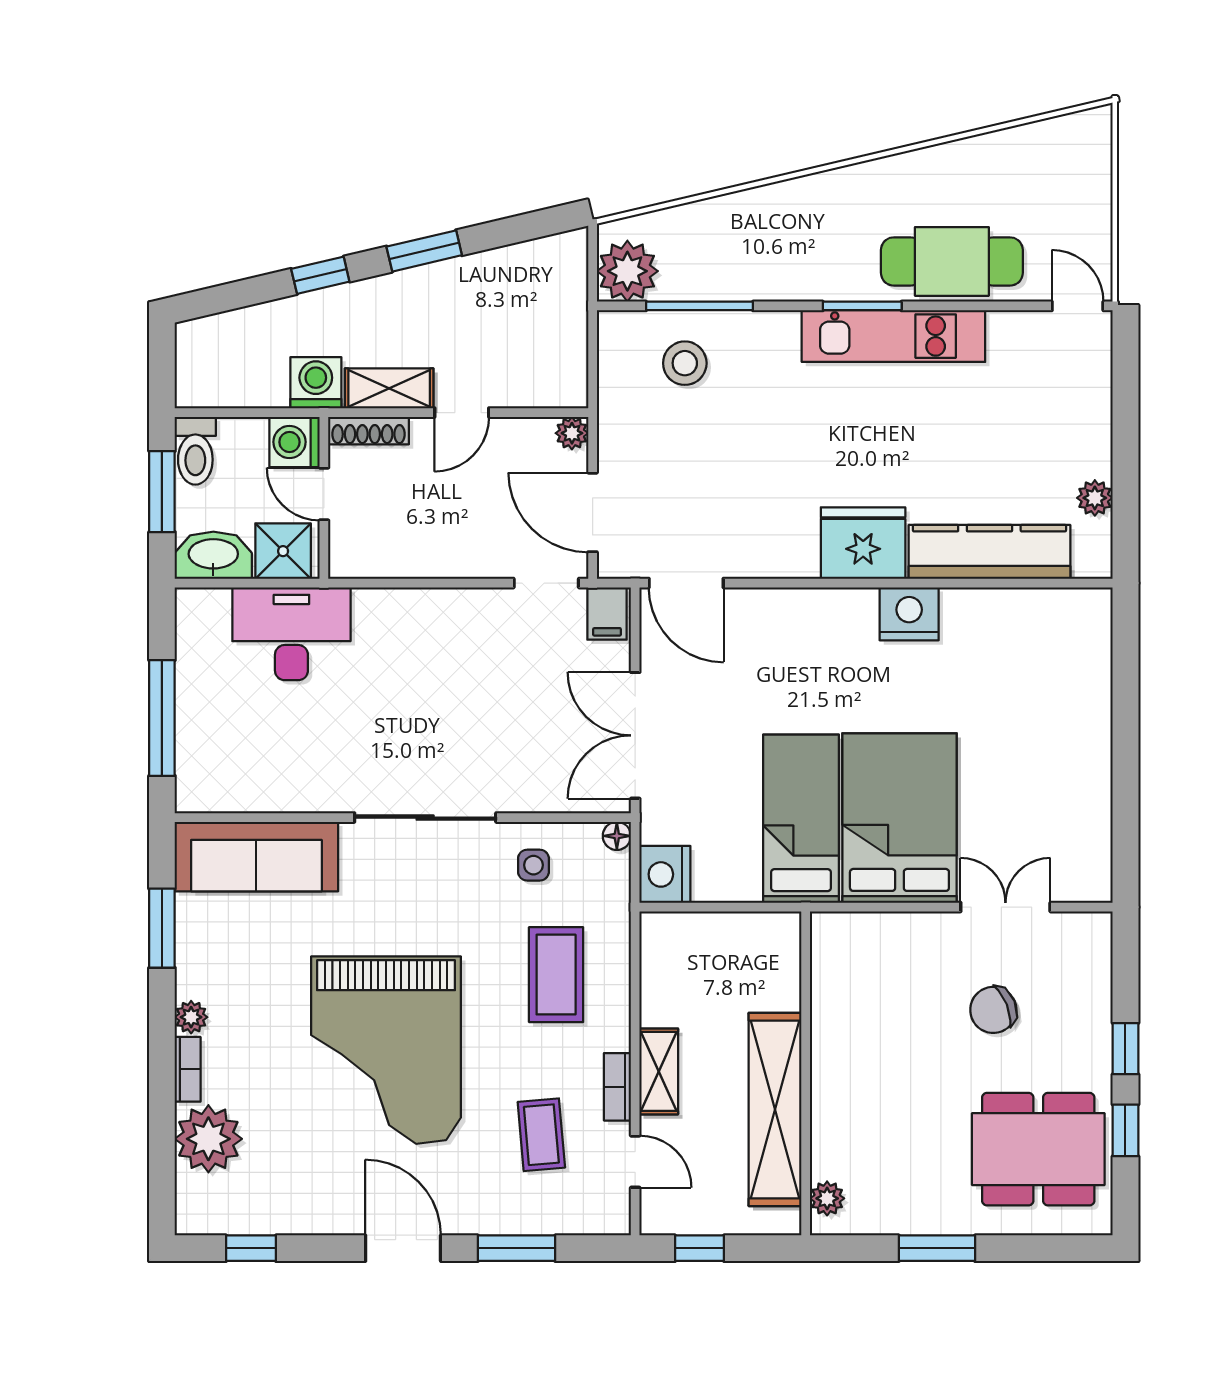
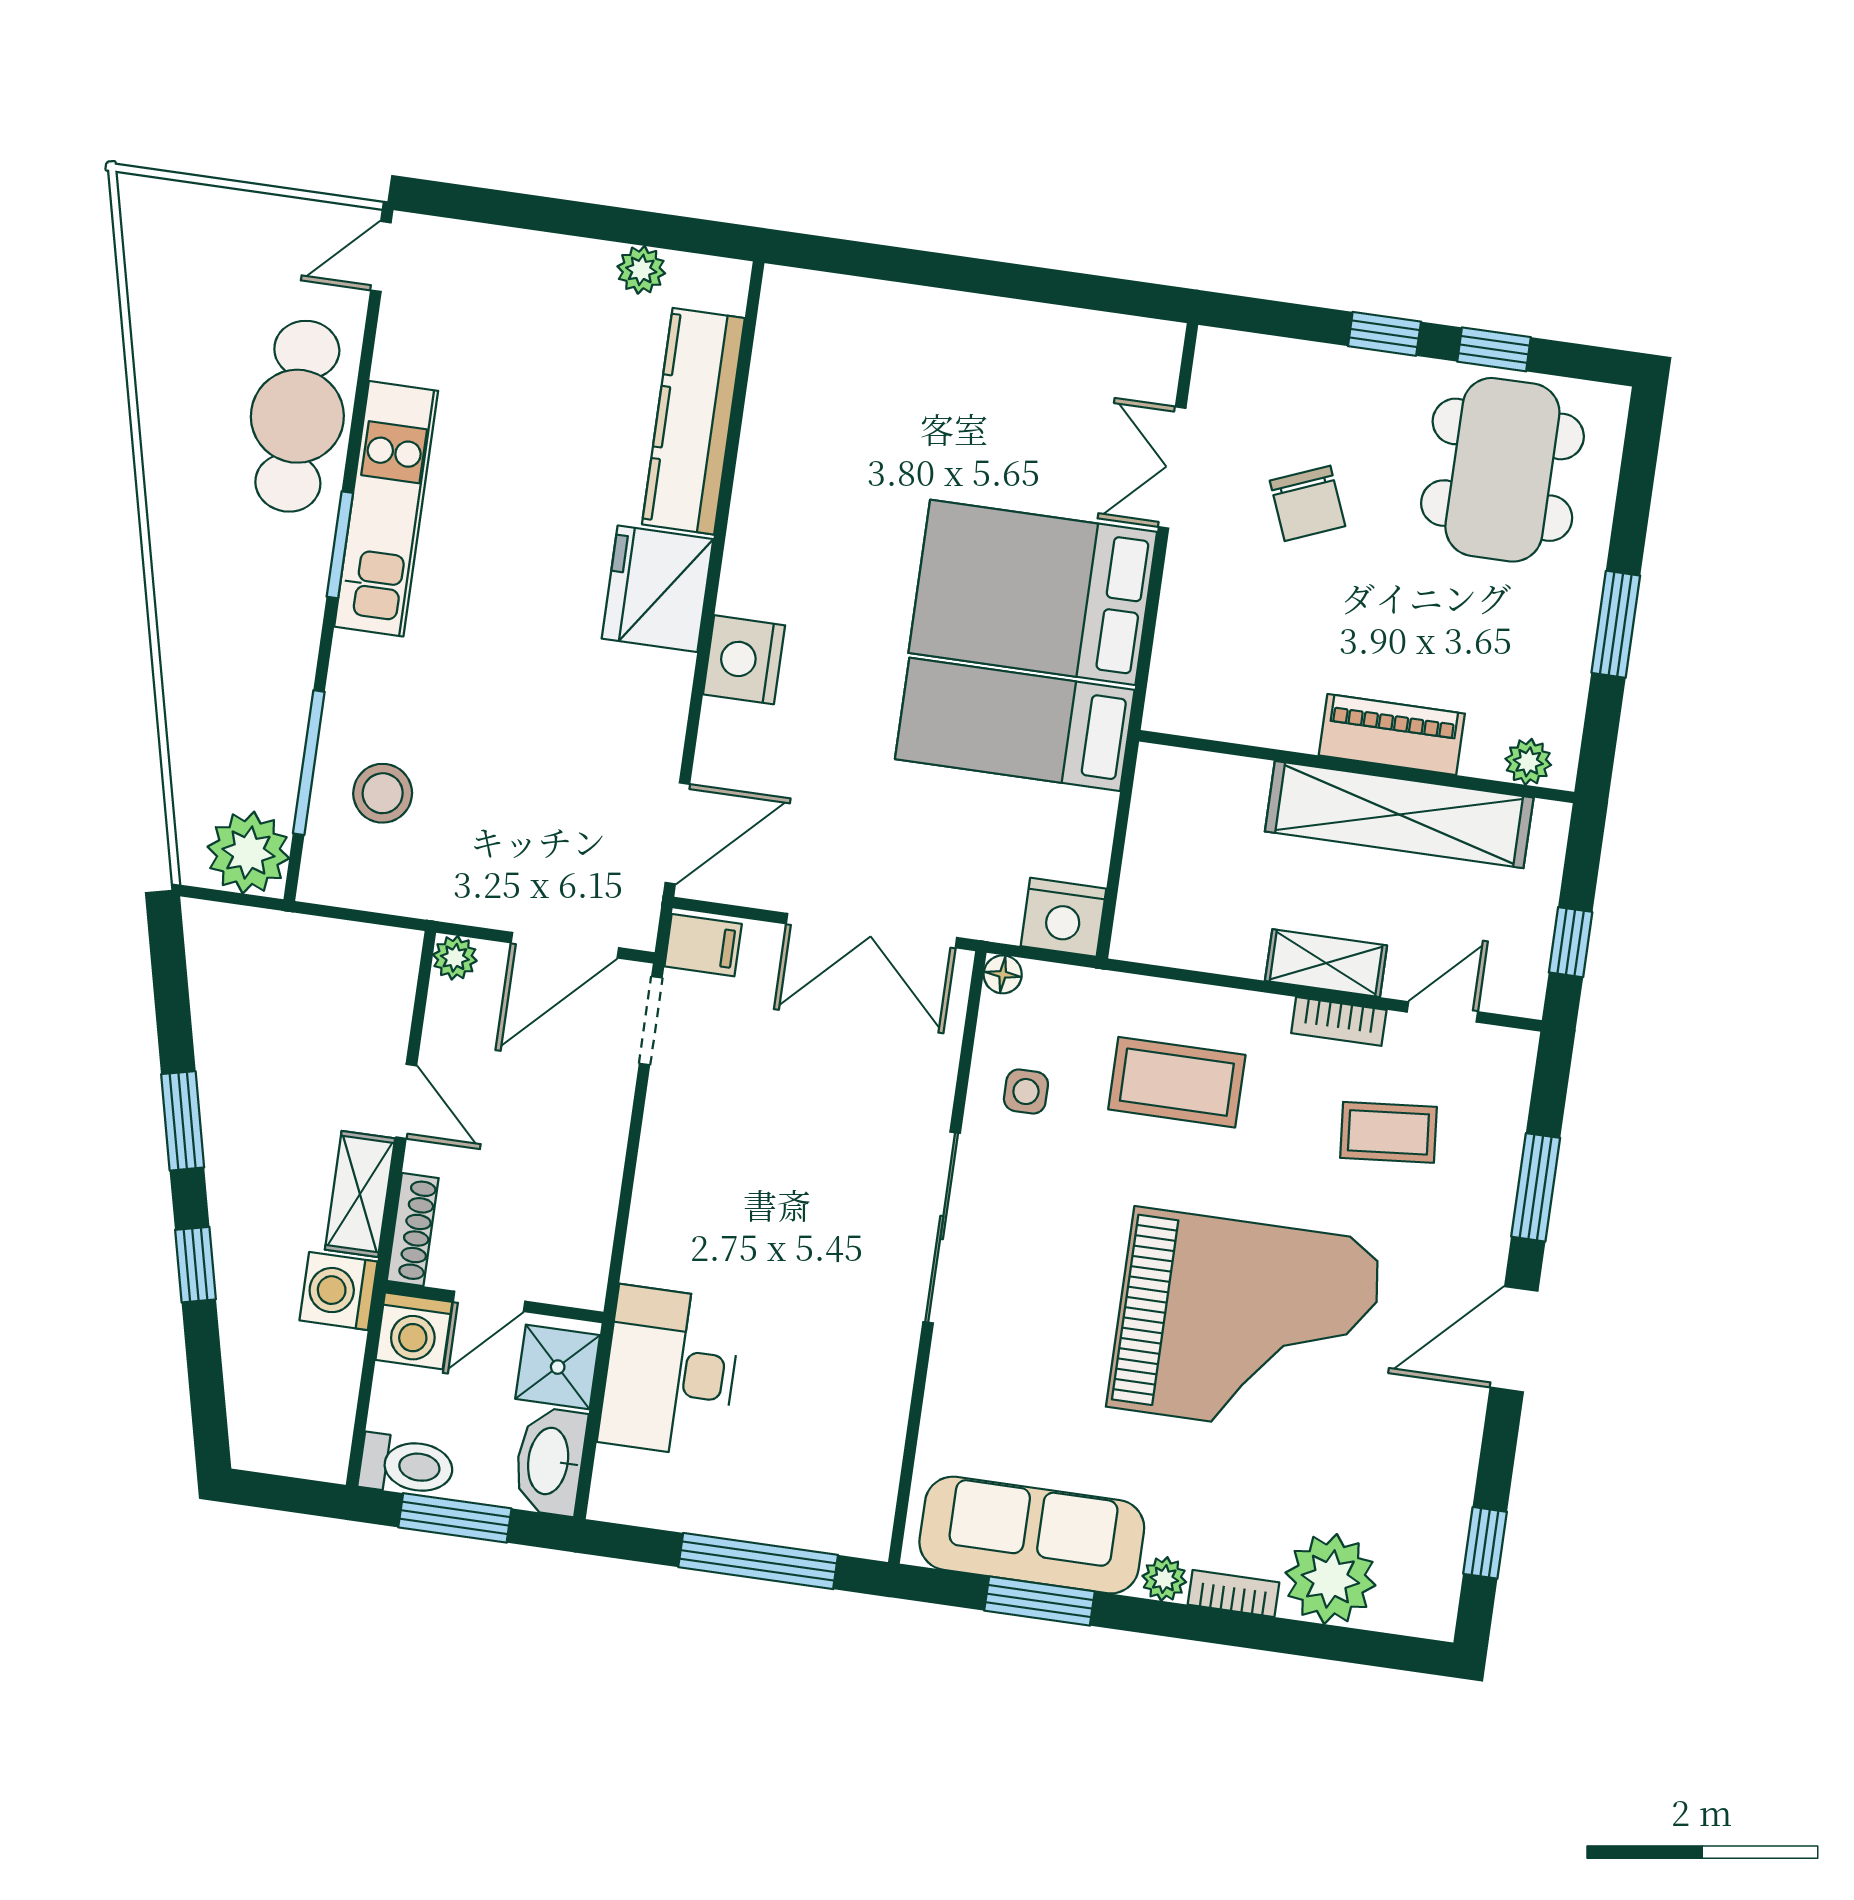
nightstand: (909, 614) -> (744, 660), moved
sofa: (256, 857) -> (1032, 1535), moved, turned -90
piano: (833, 1096) -> (1392, 734), added

